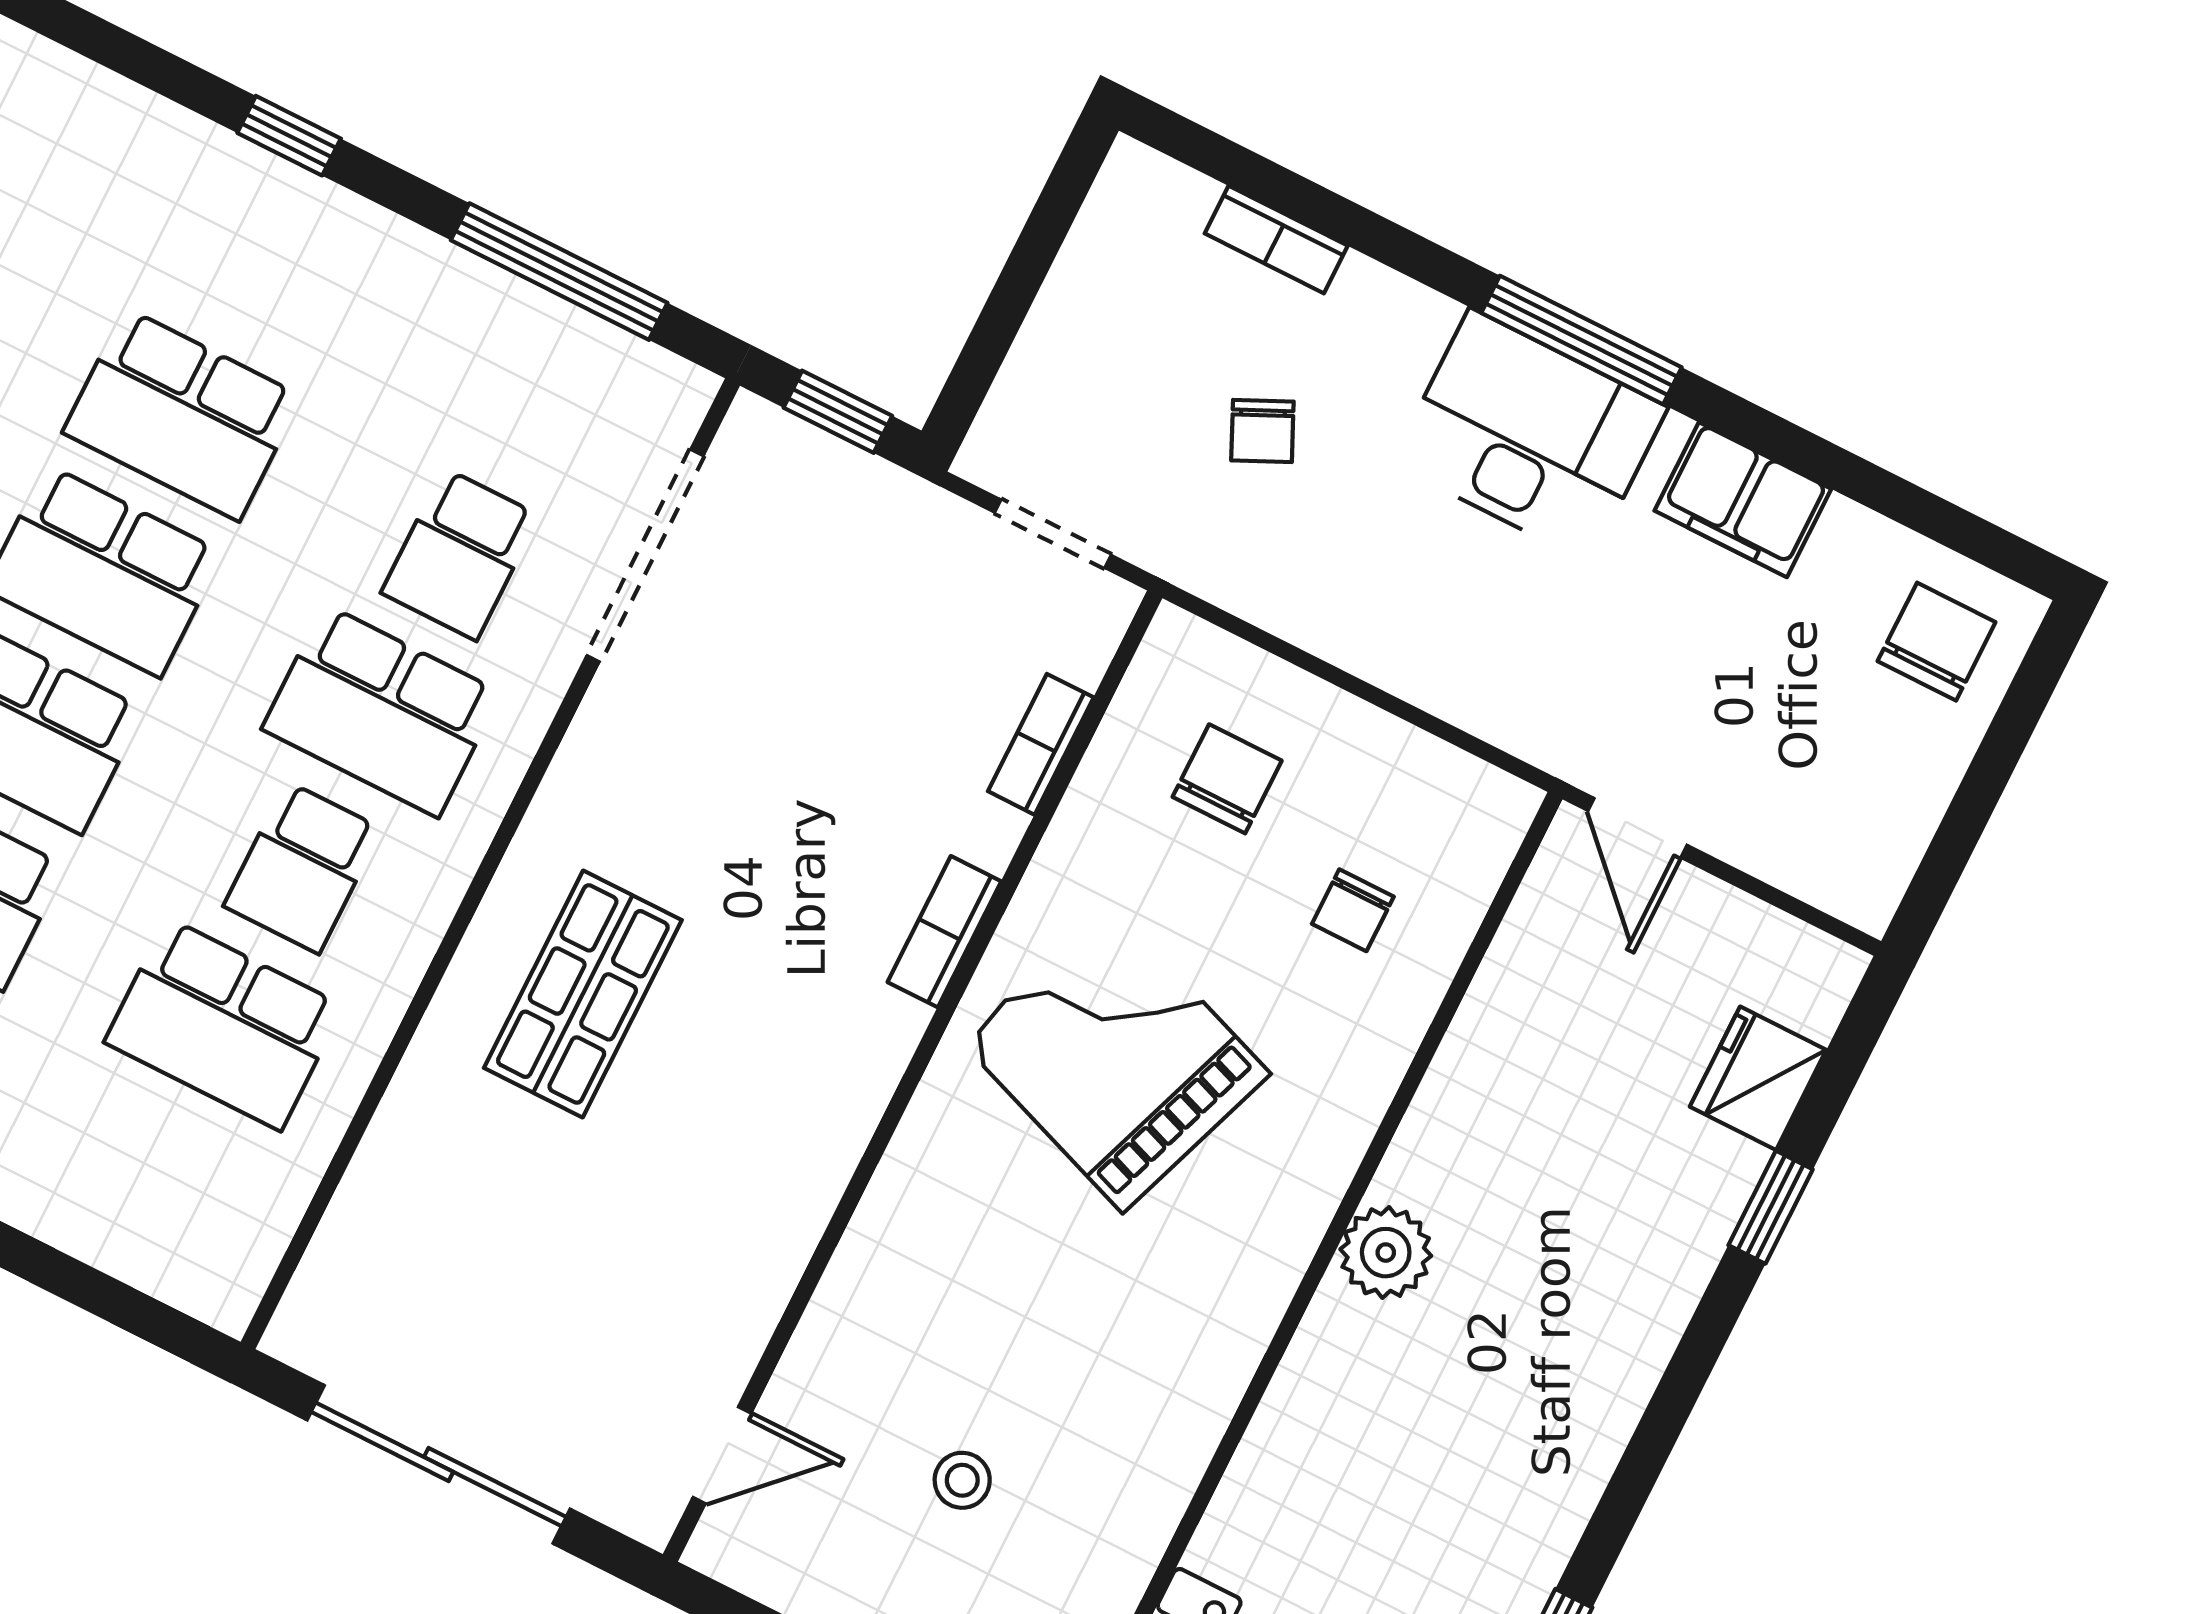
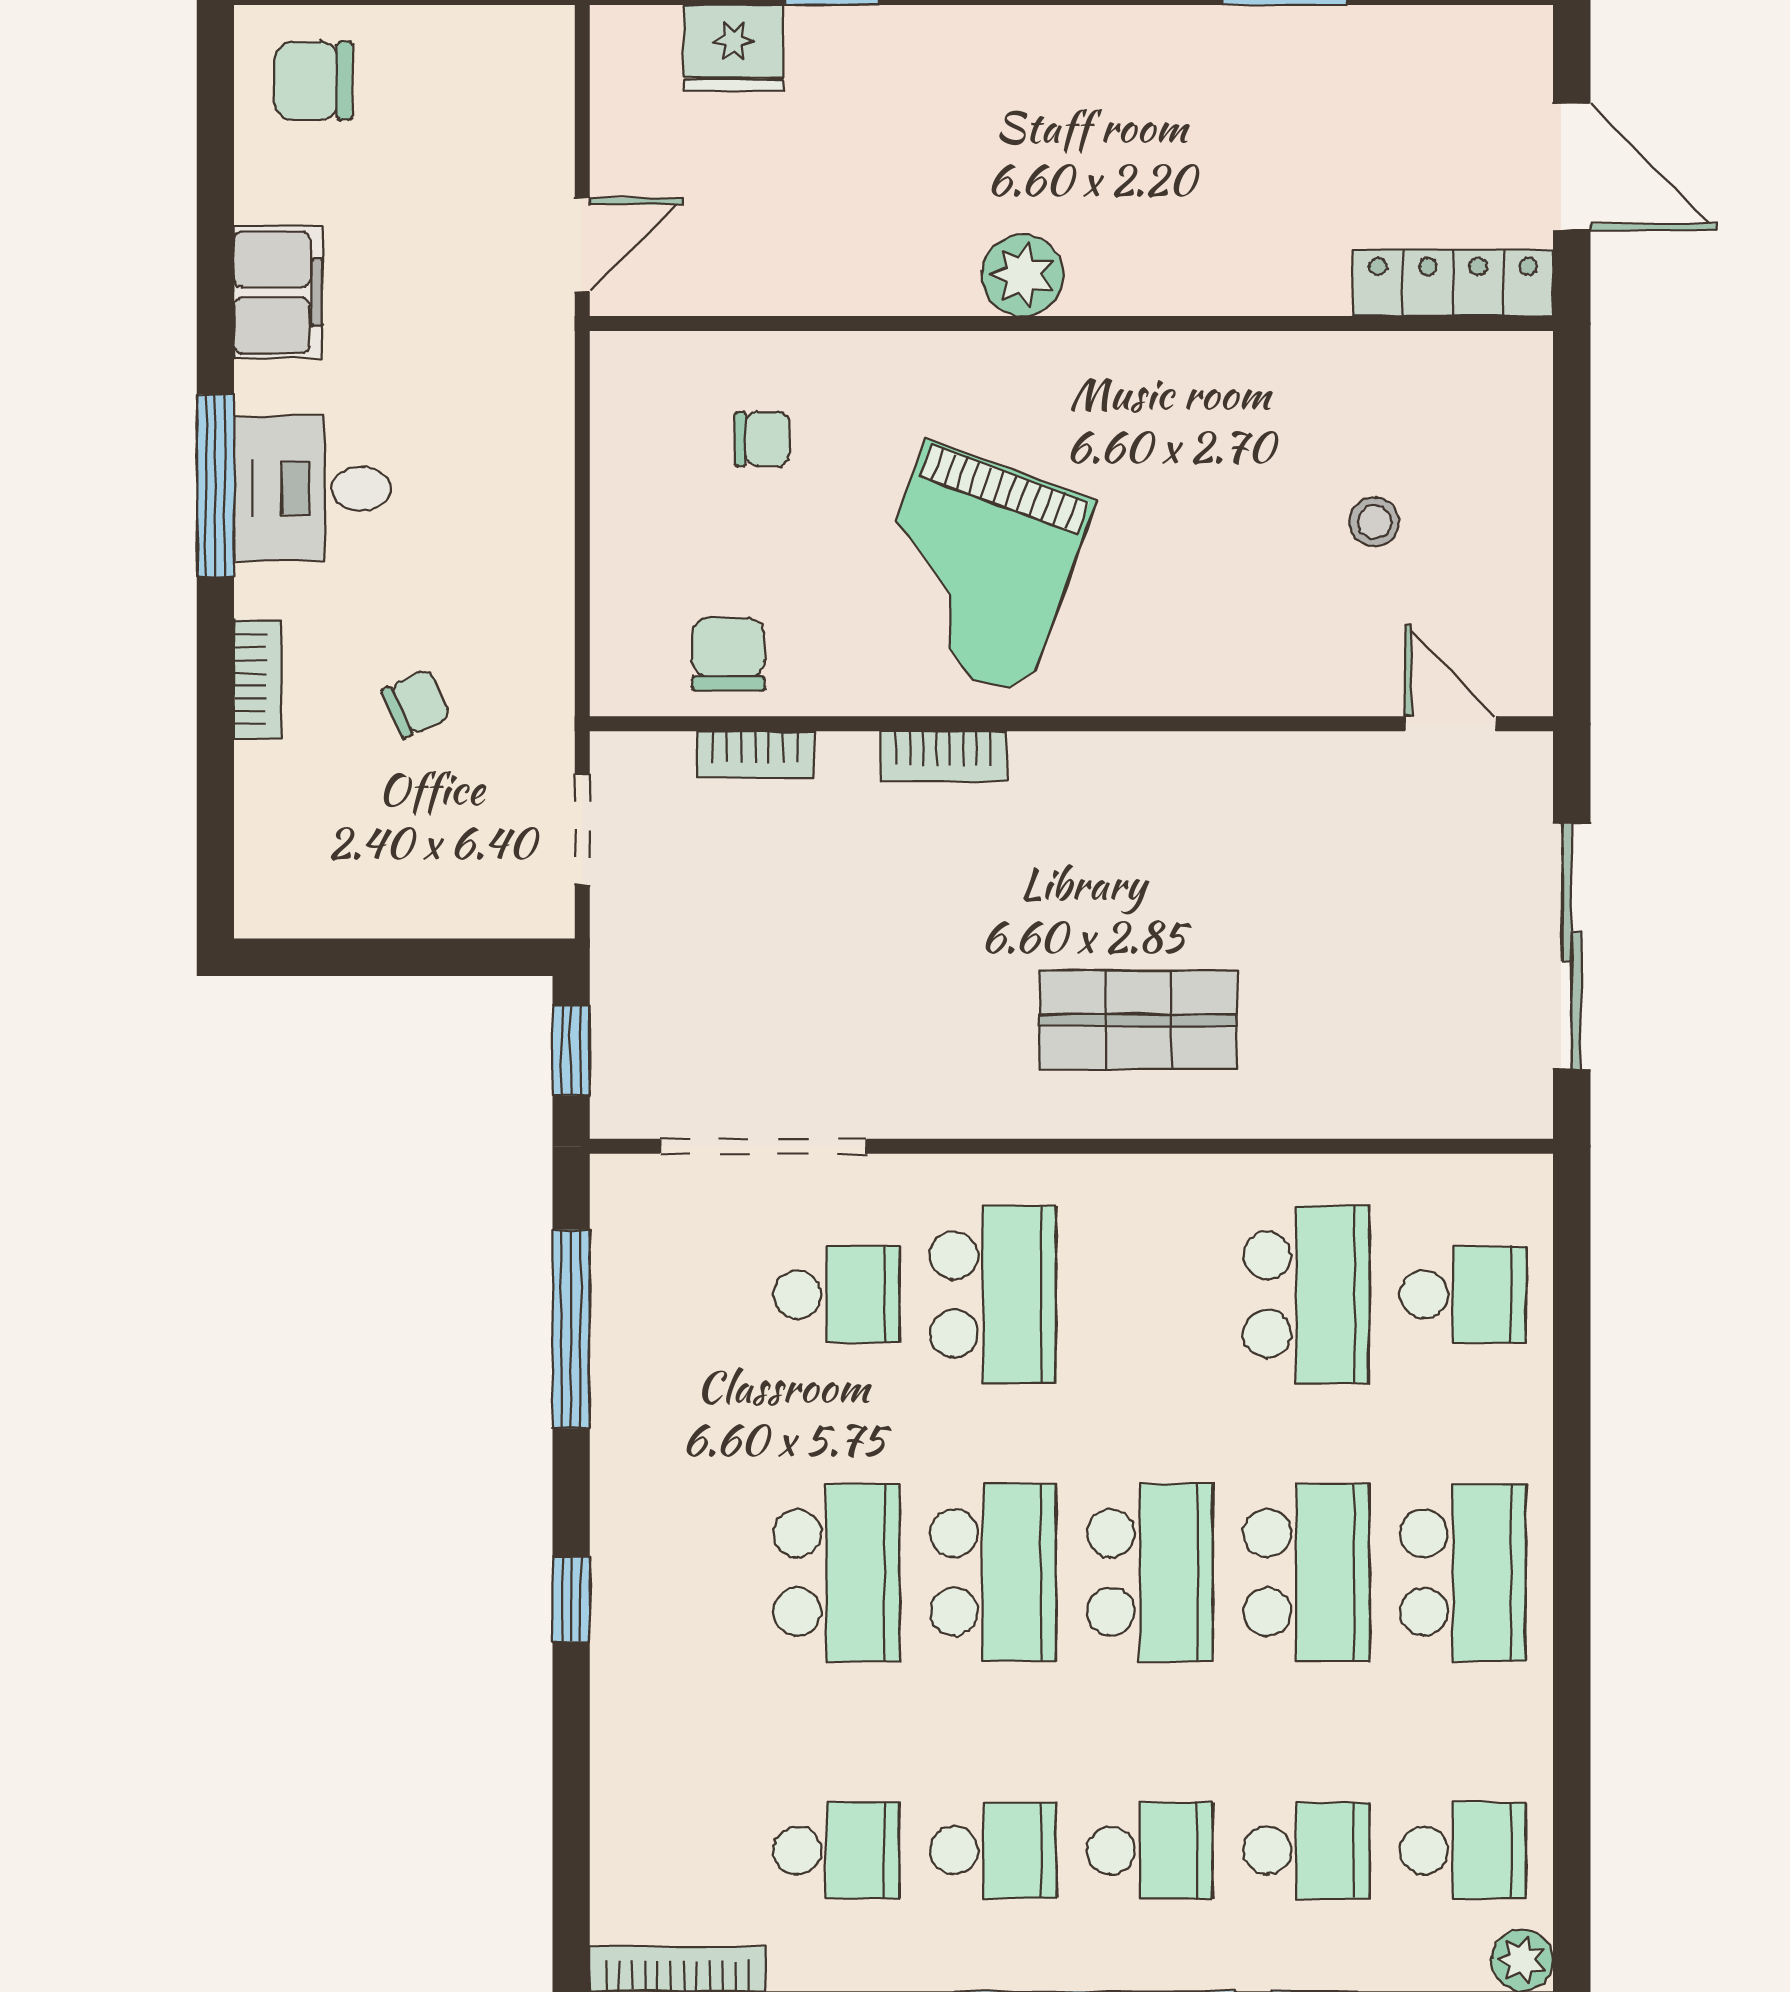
bookcase: (1276, 240) -> (258, 679), moved
desk: (1530, 435) -> (312, 488), width x0.73
chair: (1227, 779) -> (728, 654), moved, turned 90
school desk: (303, 867) -> (1463, 1294), moved

